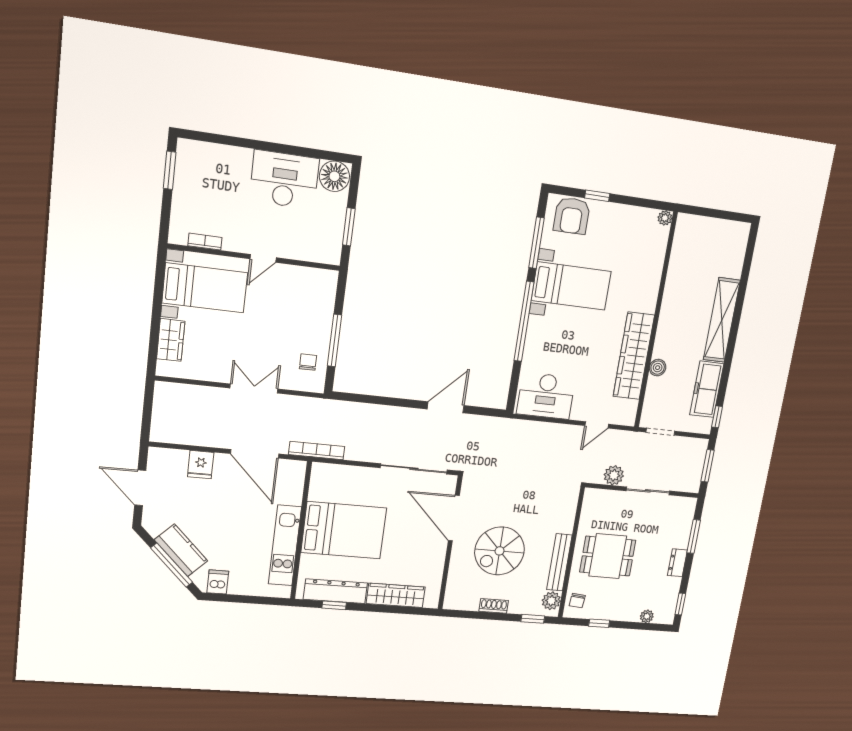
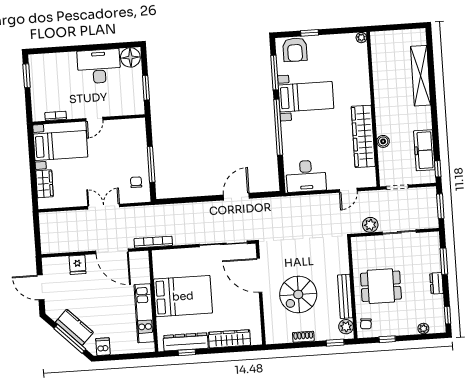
shelving: (722, 320) -> (421, 76), moved

